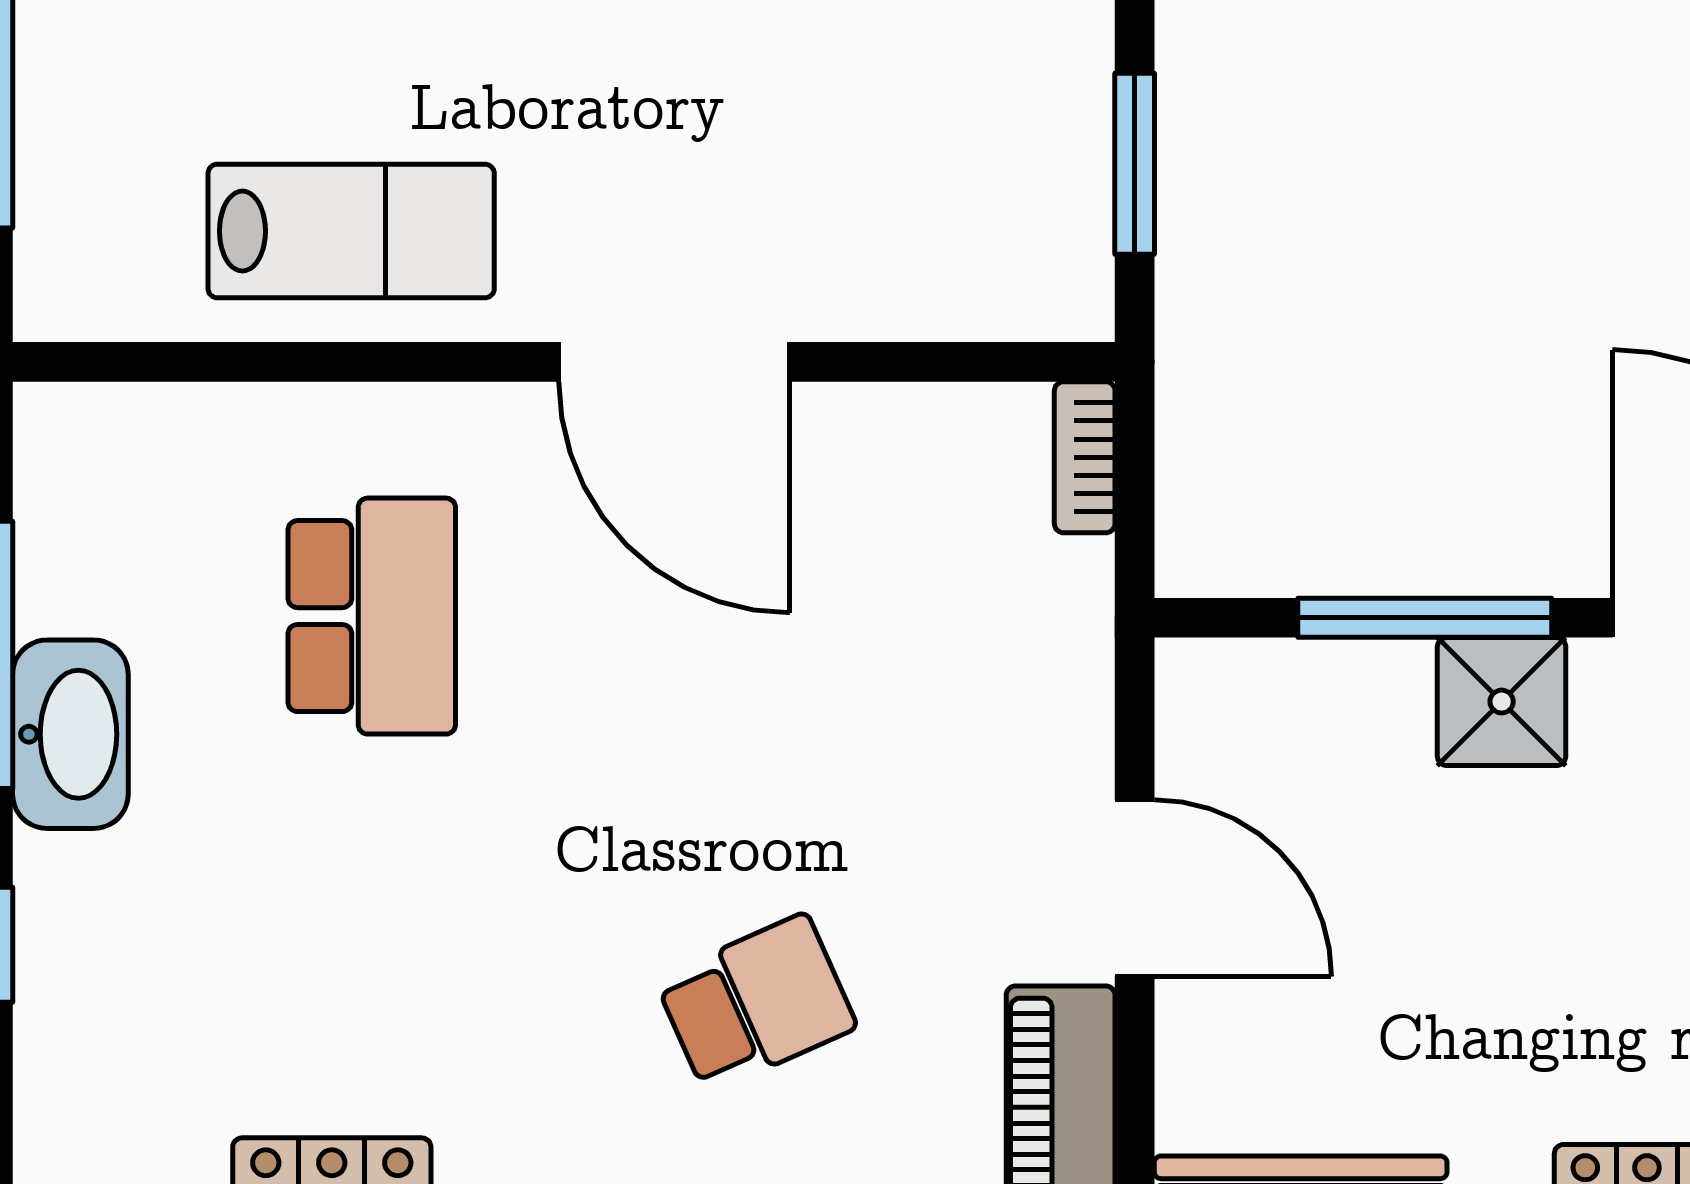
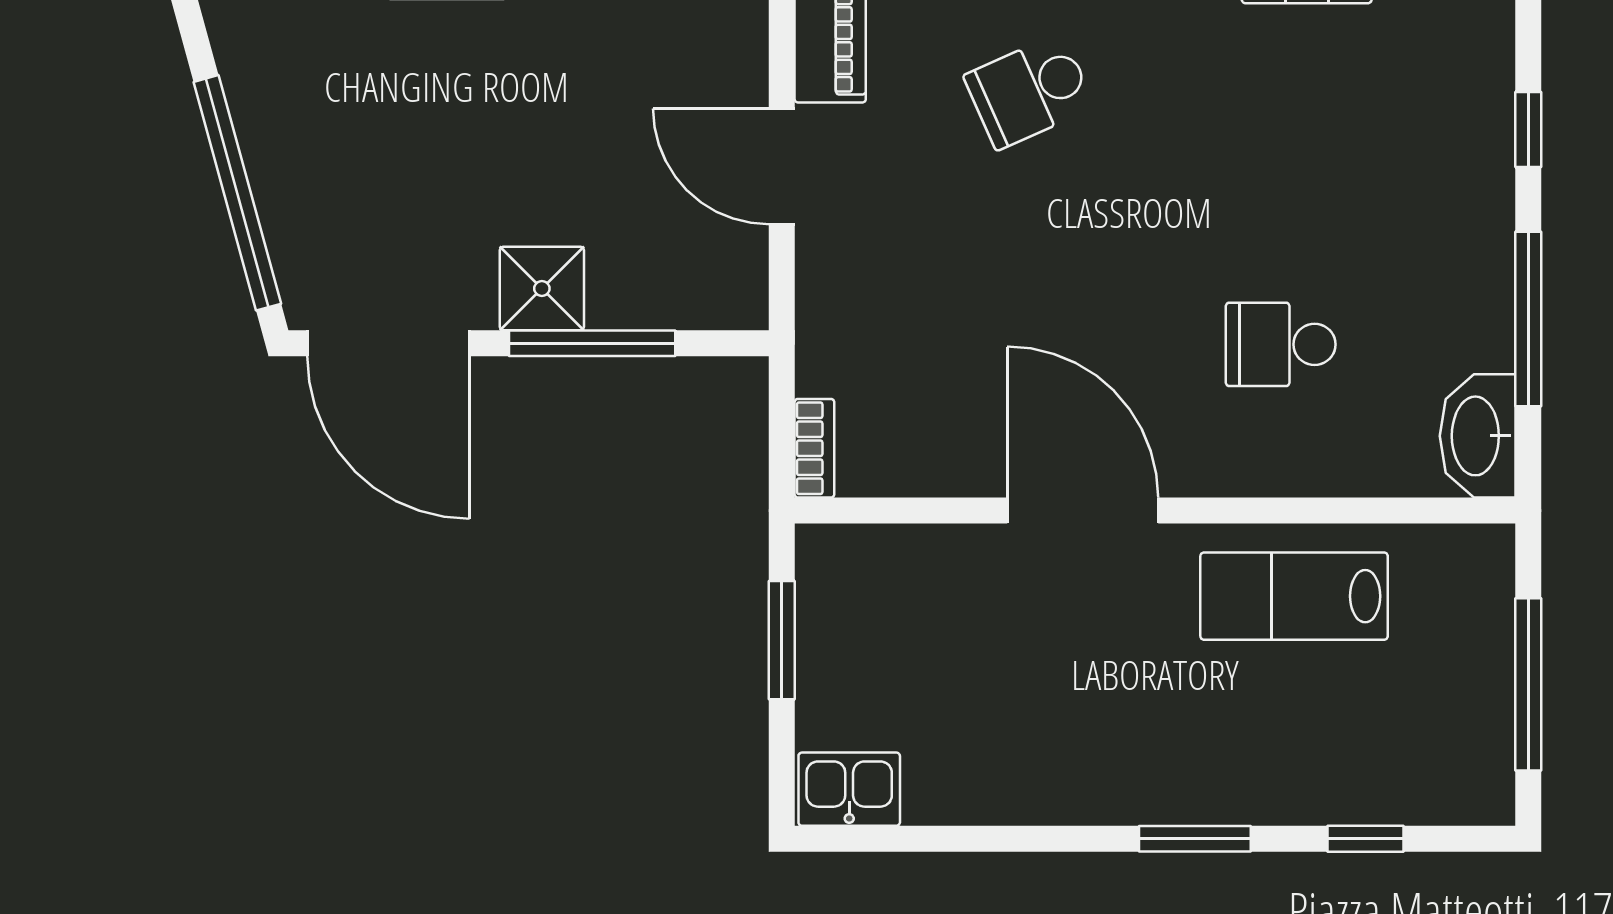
school desk: (372, 616) -> (1281, 344), width x0.54
washbasin: (70, 734) -> (1478, 436), moved

